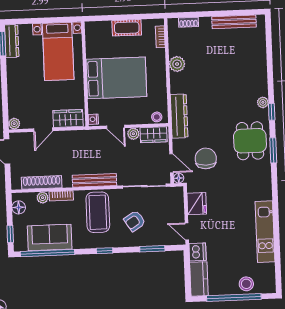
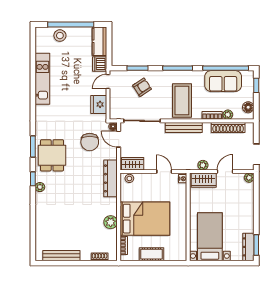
bed: (116, 78) -> (145, 219), moved, turned 180
plant: (133, 134) -> (203, 165), moved
armchair: (135, 221) -> (142, 87), moved
door: (187, 231) -> (108, 81), swing flipped
window: (105, 251) -> (178, 68), width x2.17

